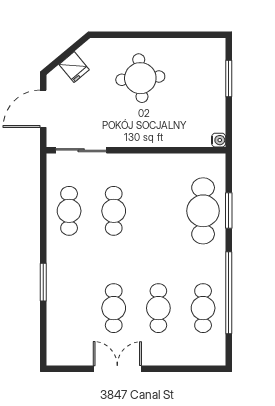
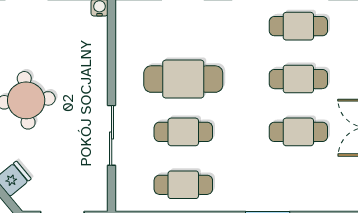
sliding door: (81, 150) -> (112, 135), moved
cafe table: (203, 211) -> (183, 79), moved

